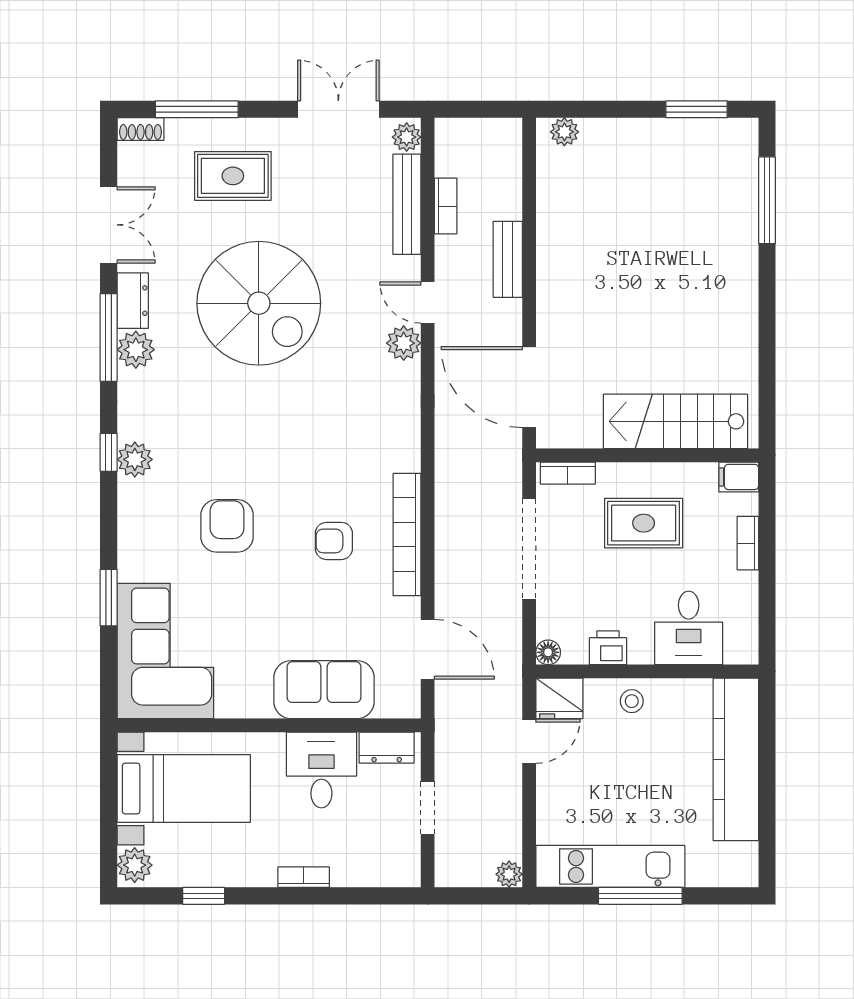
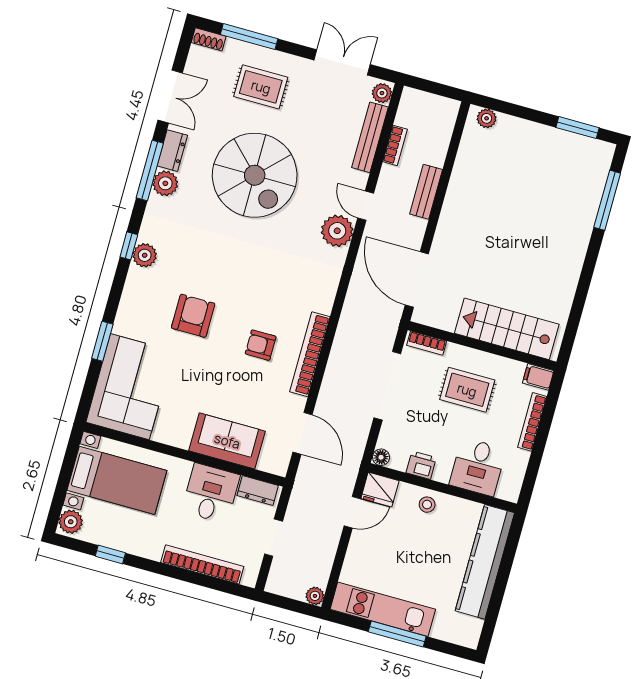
plant: (404, 343) -> (337, 231), width x1.36, depth x1.36
bookcase: (748, 543) -> (532, 422), width x1.56
bookcase: (304, 877) -> (202, 564), width x2.31, depth x1.31

